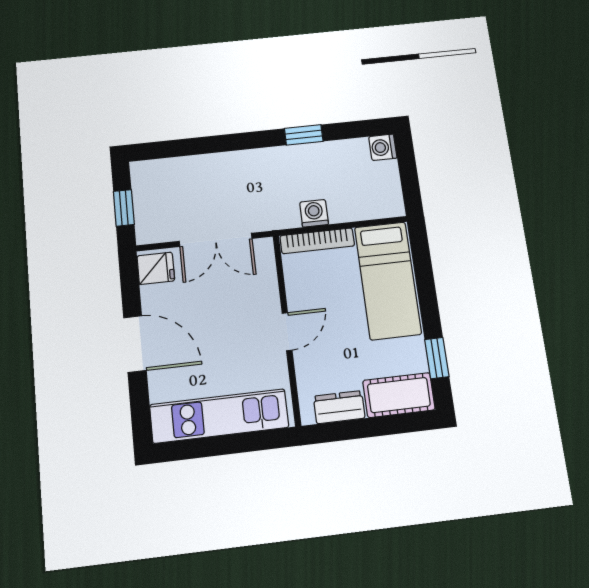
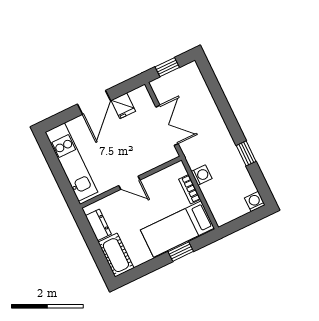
double door: (216, 240) -> (167, 125), swing flipped
bookcase: (317, 241) -> (190, 189), width x0.64
fridge: (156, 268) -> (123, 106), moved
window: (437, 358) -> (181, 252), moved

